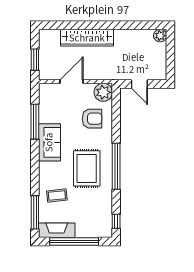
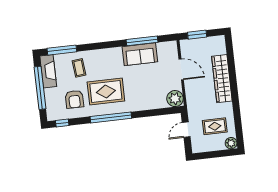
rug: (139, 52) -> (215, 126), added
armchair: (92, 119) -> (74, 99), moved
sofa: (49, 142) -> (140, 54), moved

